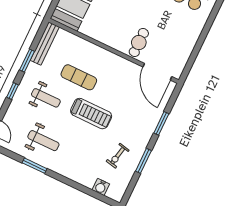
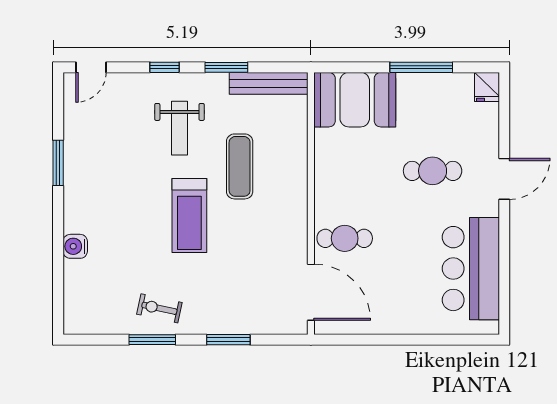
door: (157, 72) -> (311, 292), swing flipped
weight bench: (43, 141) -> (107, 158), removed
exercise bike: (118, 156) -> (159, 308), moved
water cooler: (101, 187) -> (75, 246), moved

